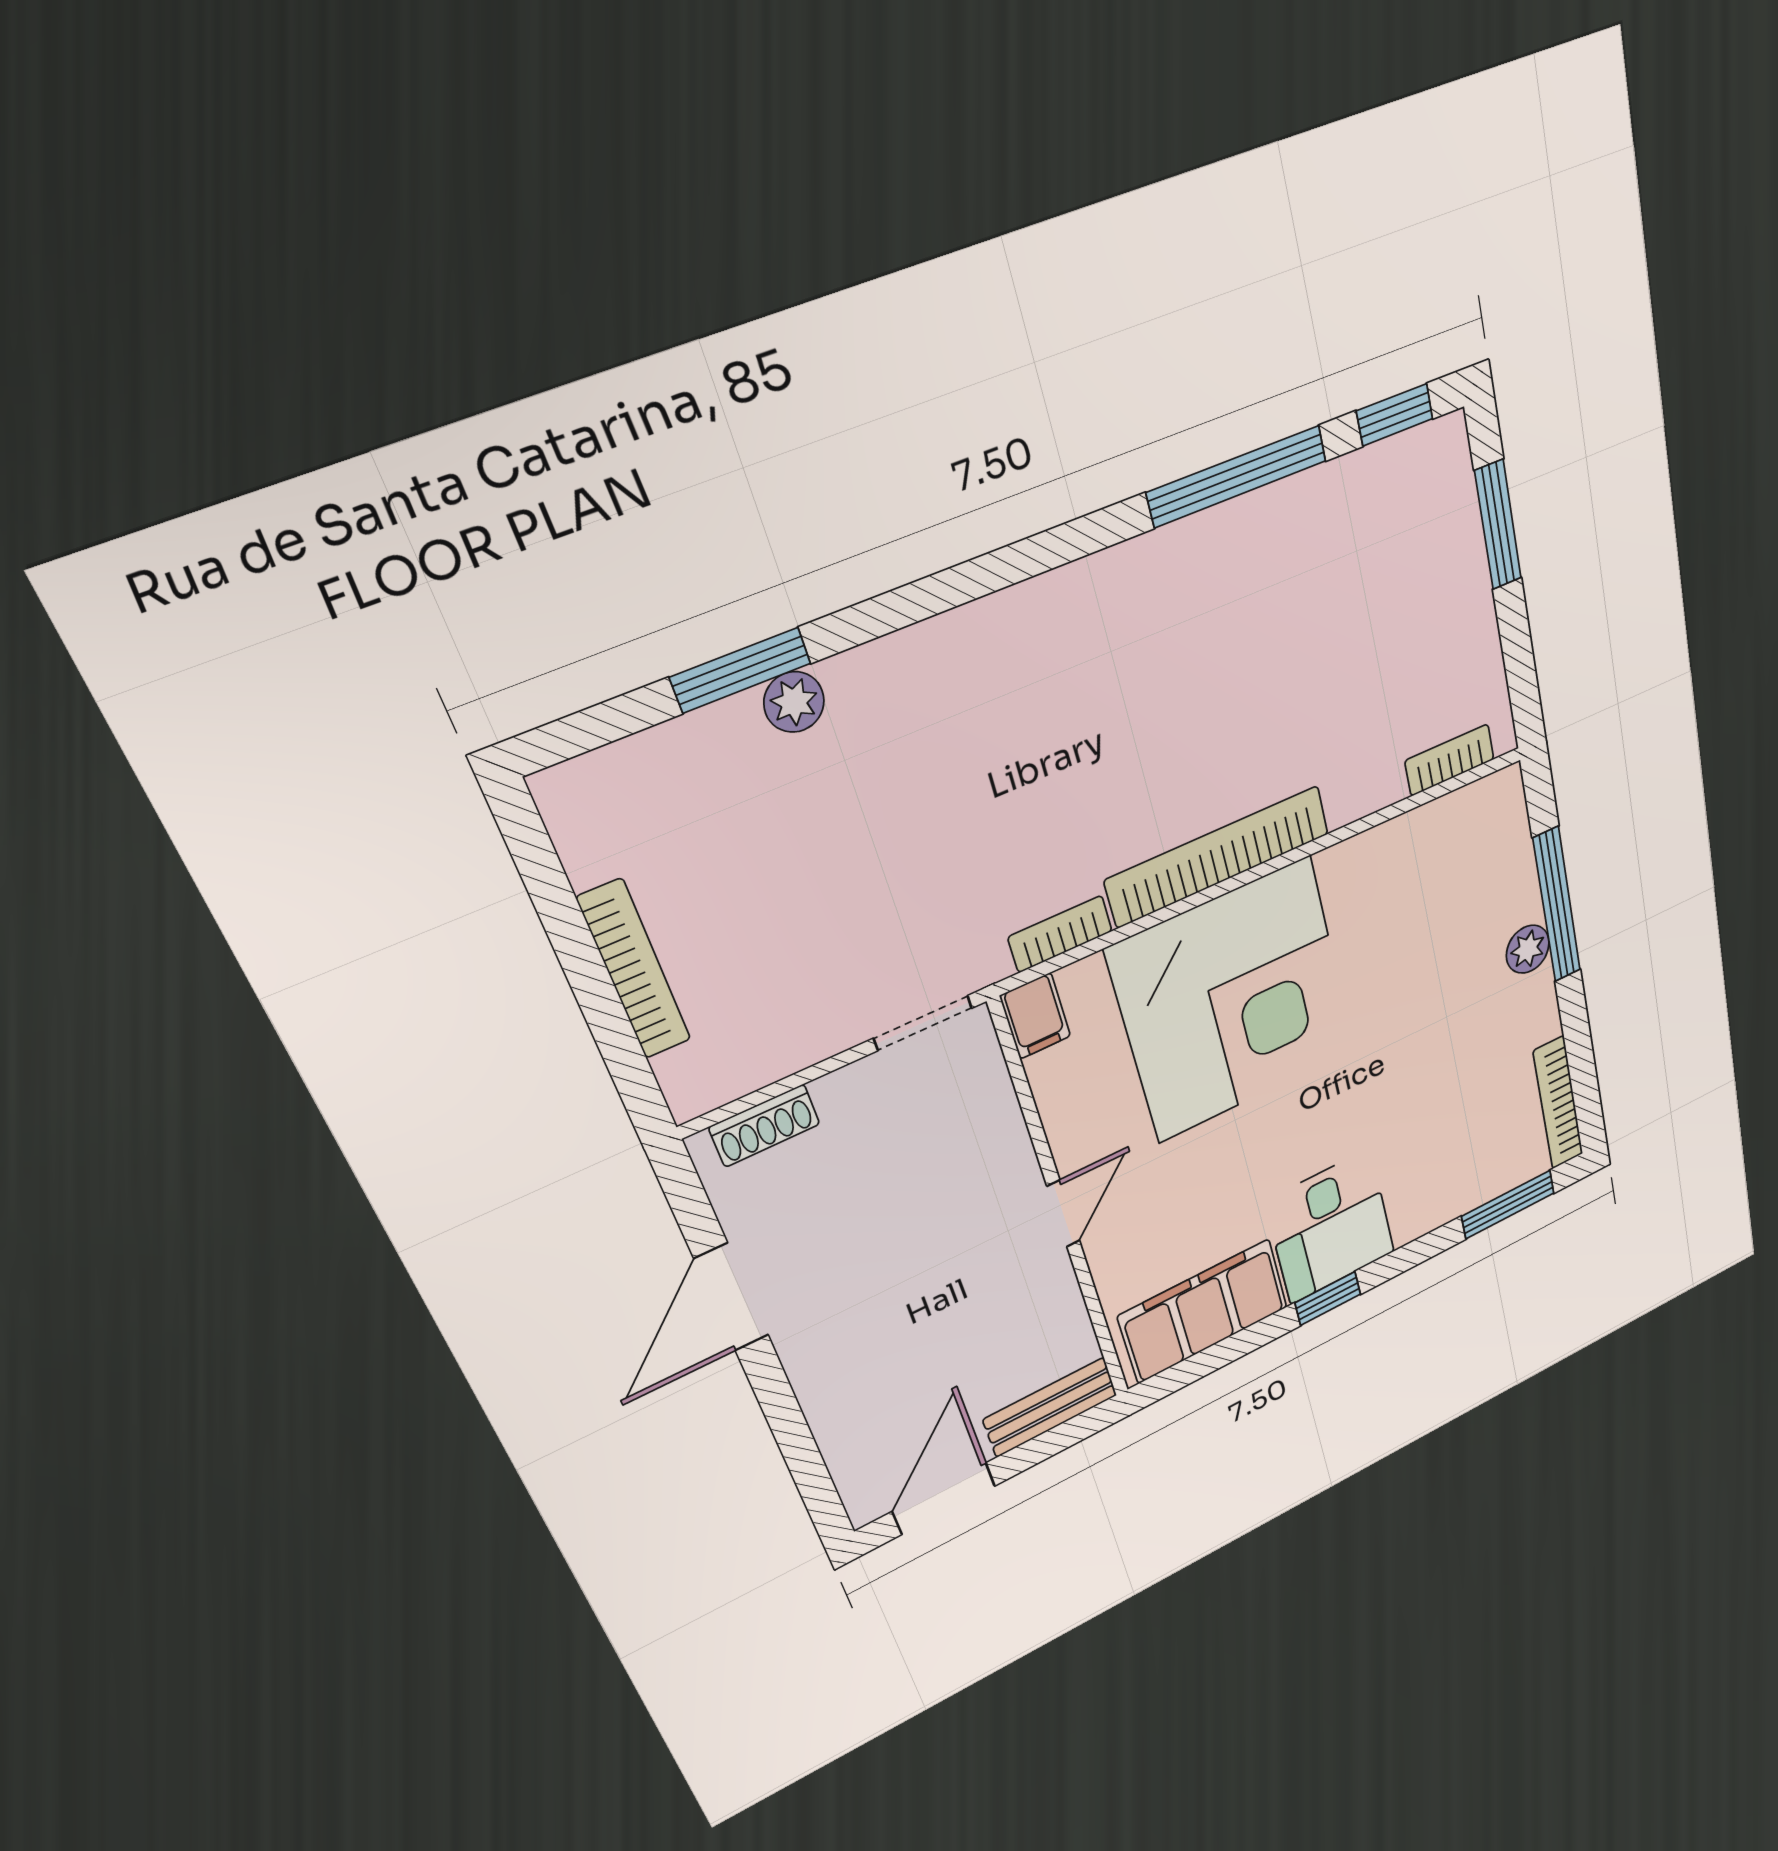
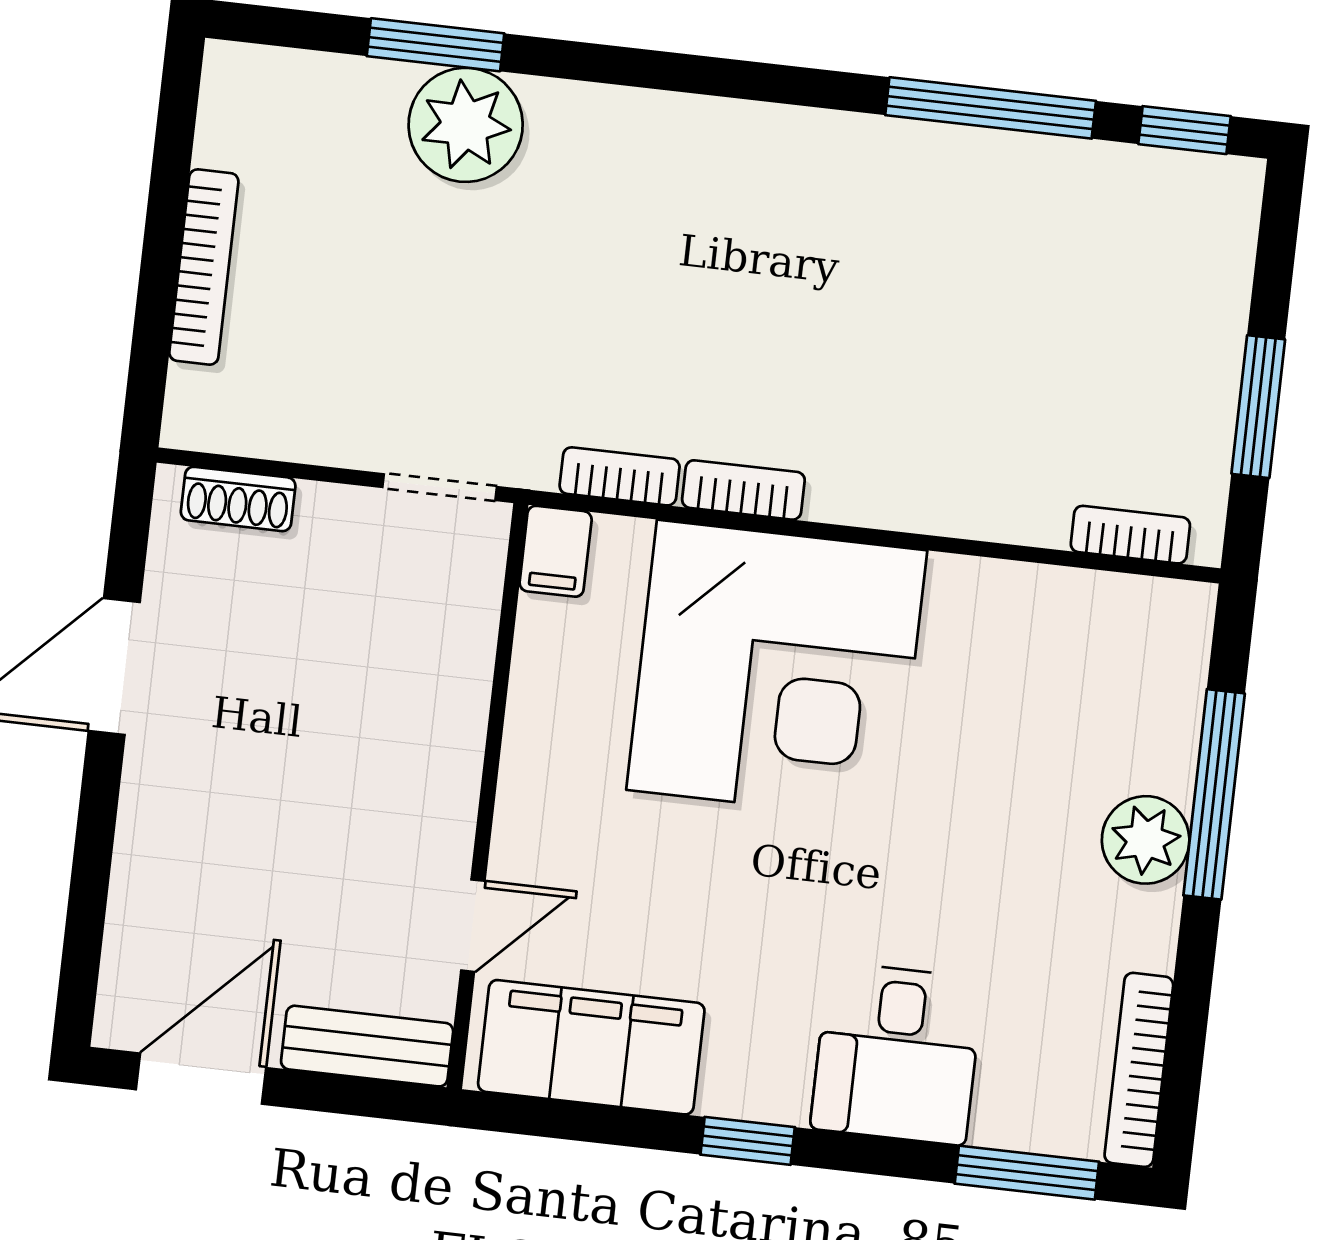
window: (1498, 525) -> (1258, 407), moved
plant: (794, 702) -> (466, 125), width x1.87, depth x1.87
bookcase: (1218, 857) -> (743, 490), width x0.43, depth x0.76
plant: (1528, 949) -> (1146, 840), width x1.38, depth x1.38
door: (1063, 1214) -> (473, 926), moved
desk: (1330, 1227) -> (897, 1054), moved

